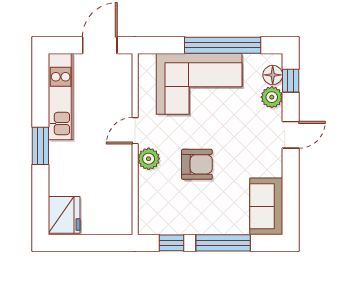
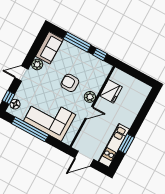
plant: (272, 97) -> (37, 64), moved
window: (40, 146) -> (126, 144), moved
fridge: (64, 215) -> (111, 91), moved, turned 180

